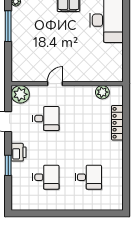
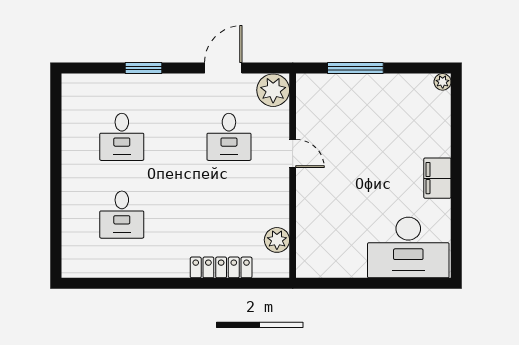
window: (8, 26) -> (355, 68), moved
printer: (19, 152) -> (167, 87), removed

